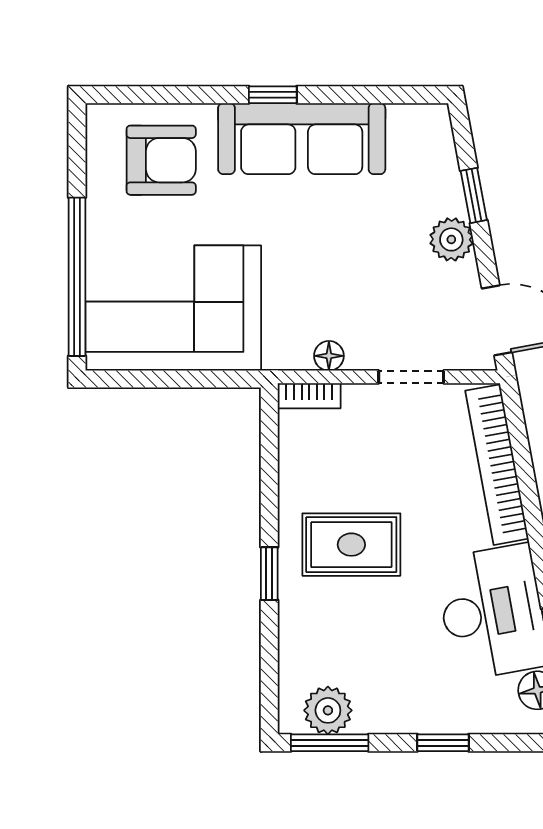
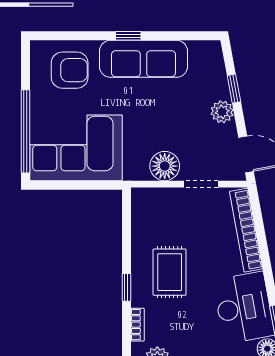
floor lamp: (329, 356) -> (165, 166), width x1.89, depth x1.89
bookcase: (309, 396) -> (137, 325), moved, turned -90
rug: (351, 545) -> (170, 272), turned 90

